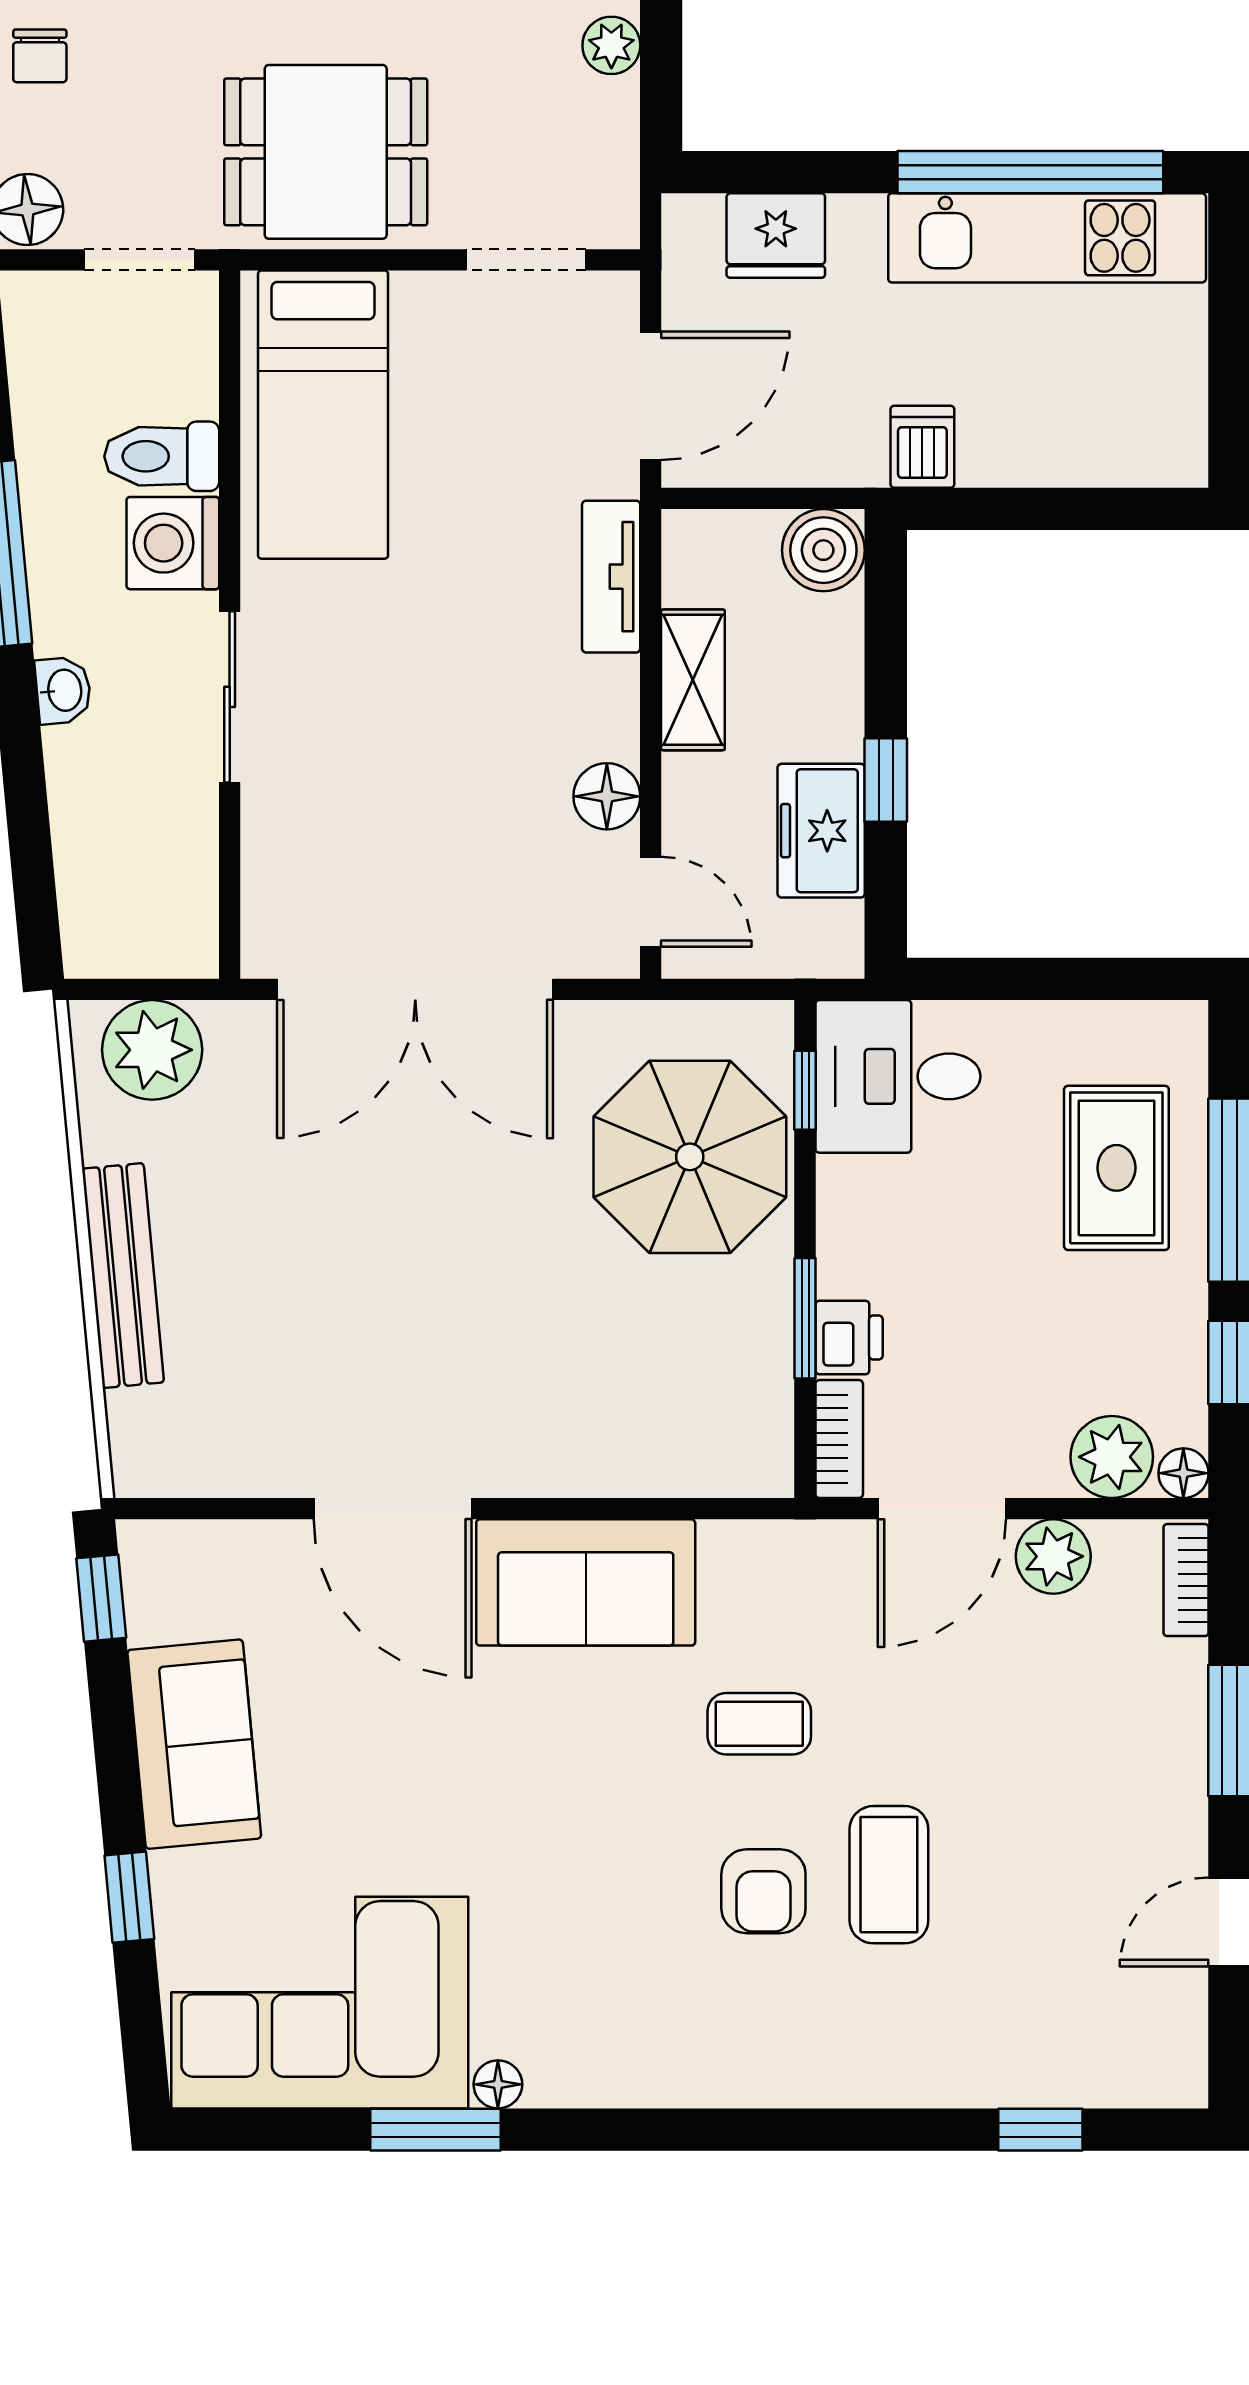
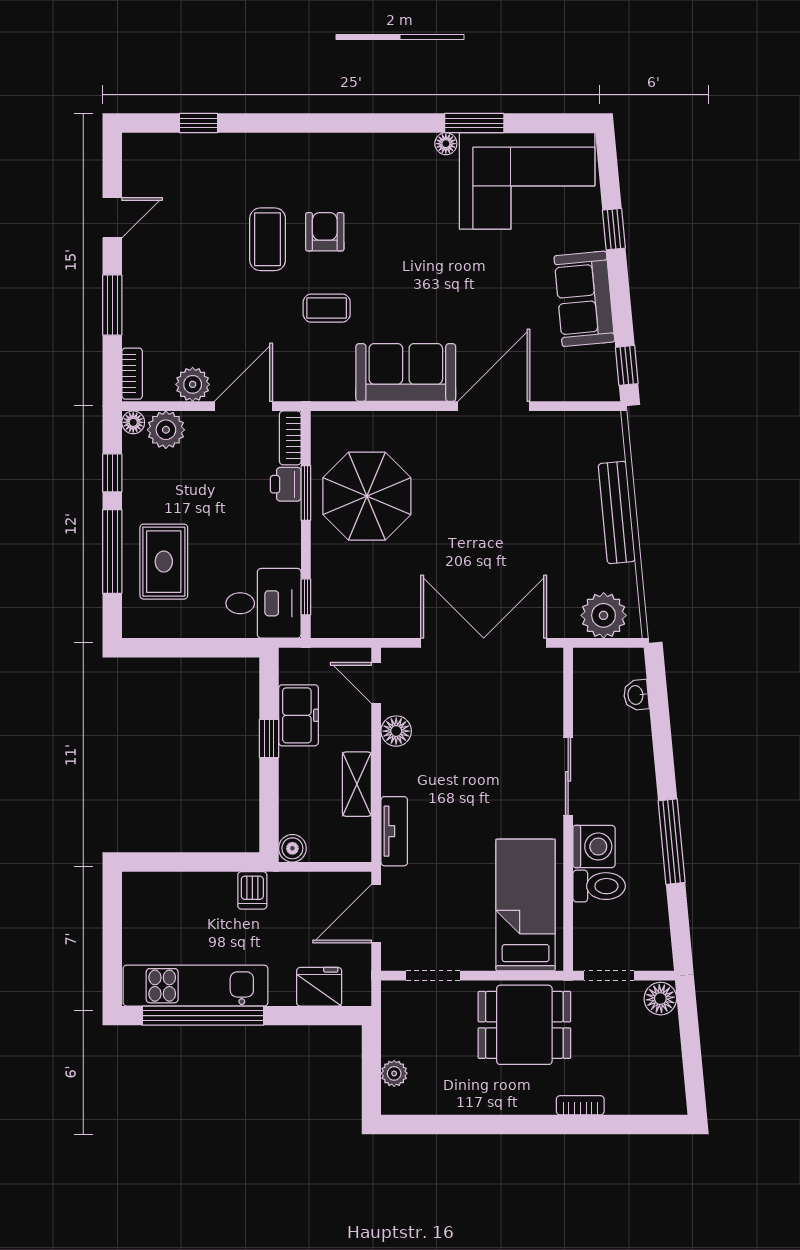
chair: (40, 56) -> (655, 1069), removed
boiler: (823, 550) -> (292, 848), width x0.73, depth x0.73
washbasin: (63, 690) -> (636, 695), moved
parasol: (690, 1157) -> (367, 496), moved
door: (393, 1509) -> (494, 406), hinge flipped

